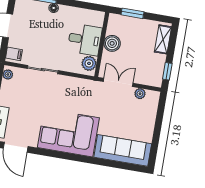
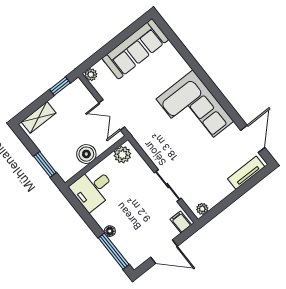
desk: (85, 40) -> (93, 189), moved, turned -90
plant: (140, 94) -> (91, 75), moved
sofa: (123, 150) -> (135, 49), moved, turned -90

